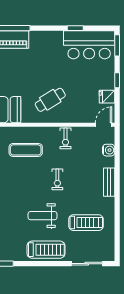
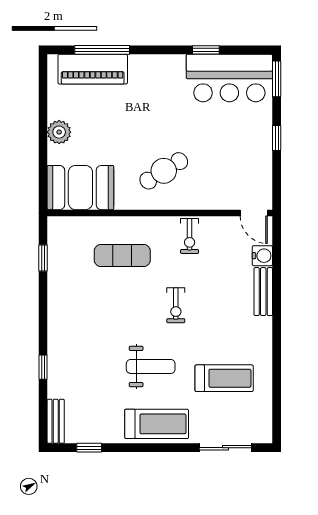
fridge: (107, 97) -> (260, 166), removed
door: (104, 125) -> (254, 213), swing flipped
bench: (109, 182) -> (263, 292), moved
weight bench: (42, 216) -> (151, 366), turned 180

